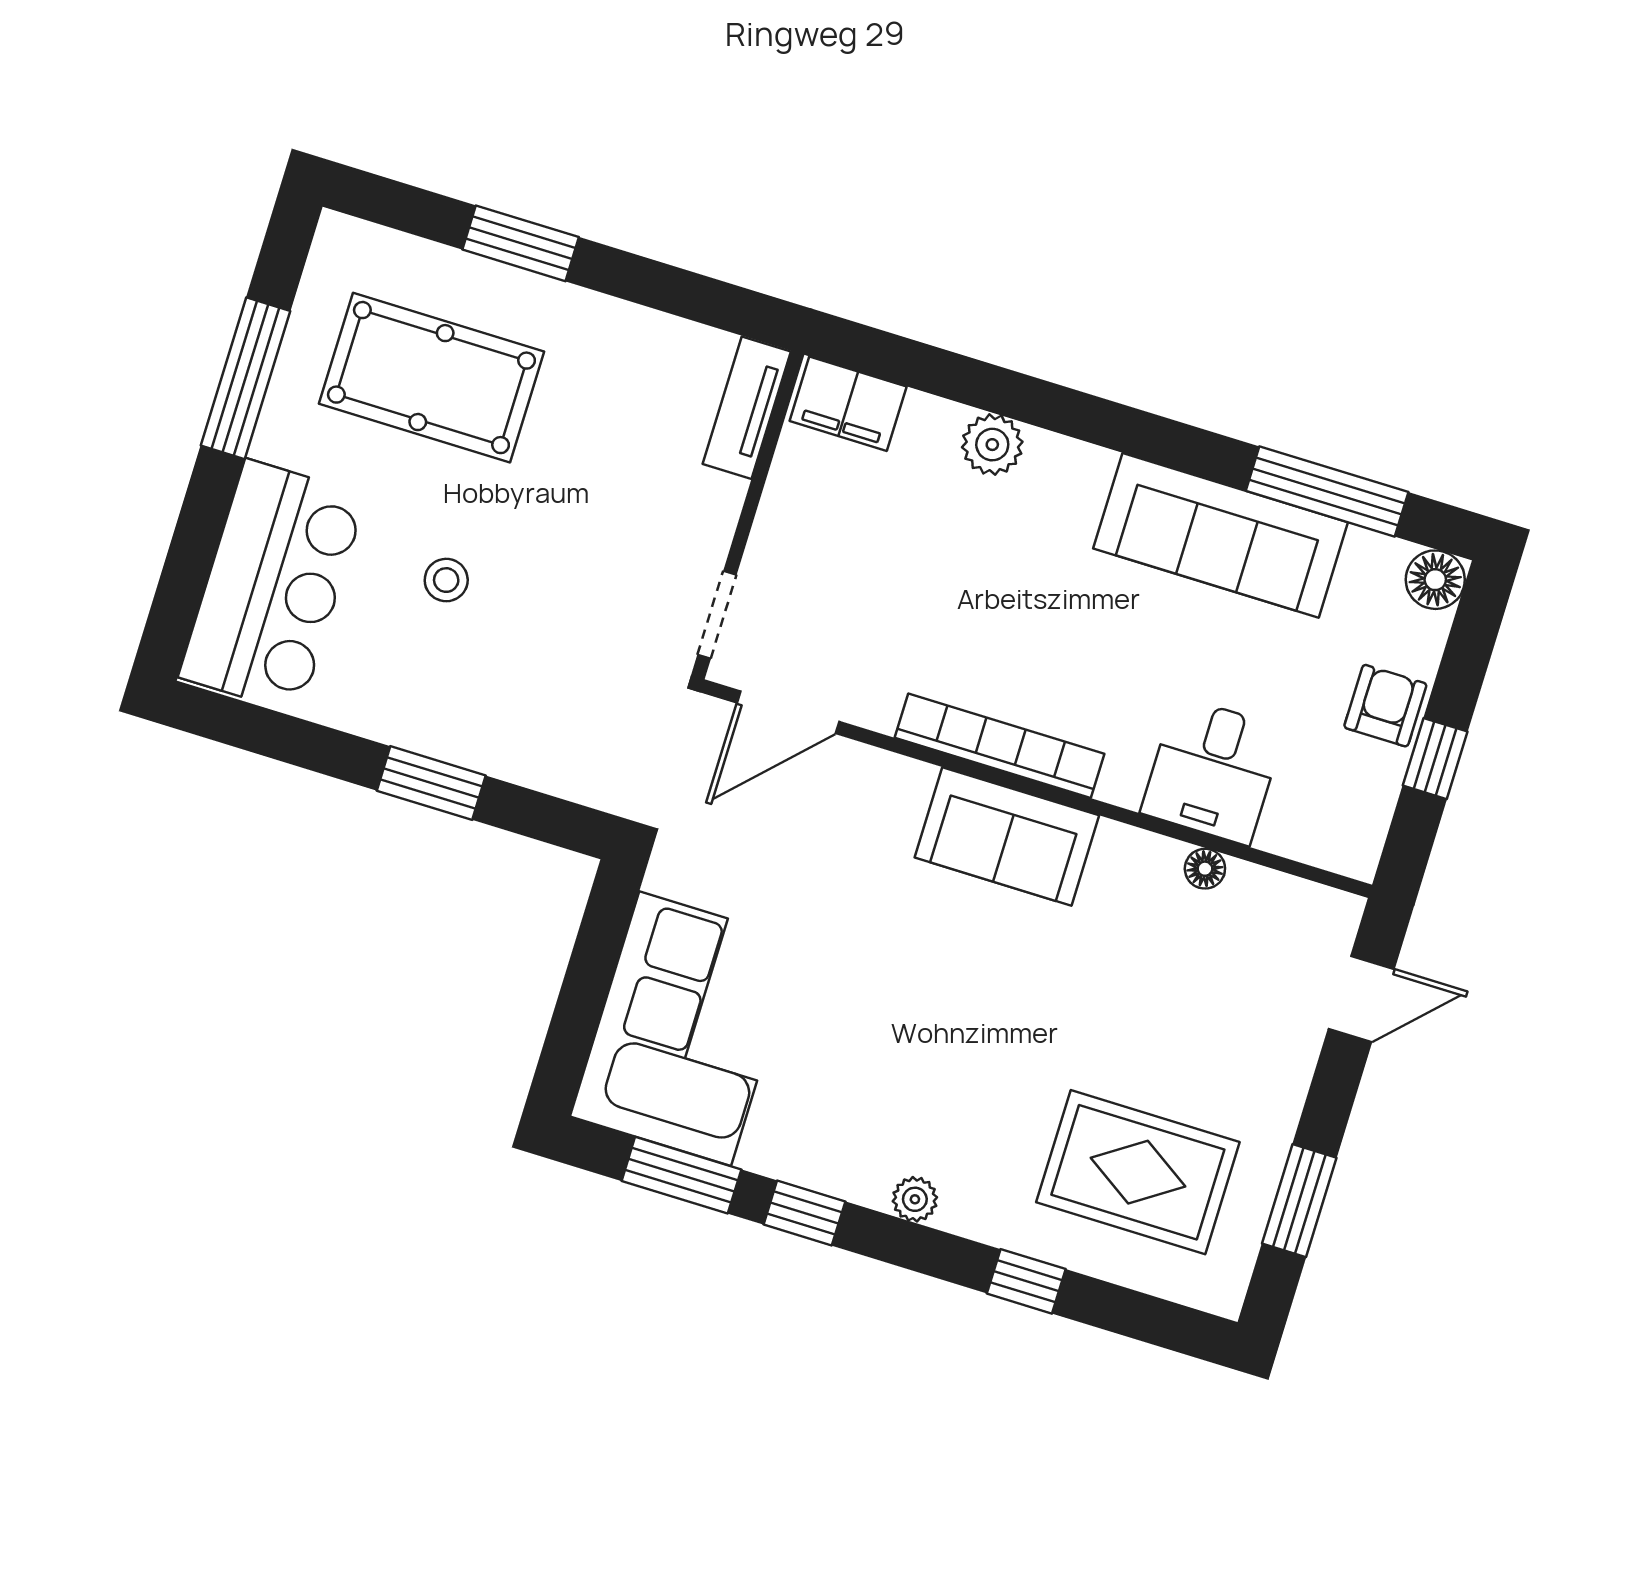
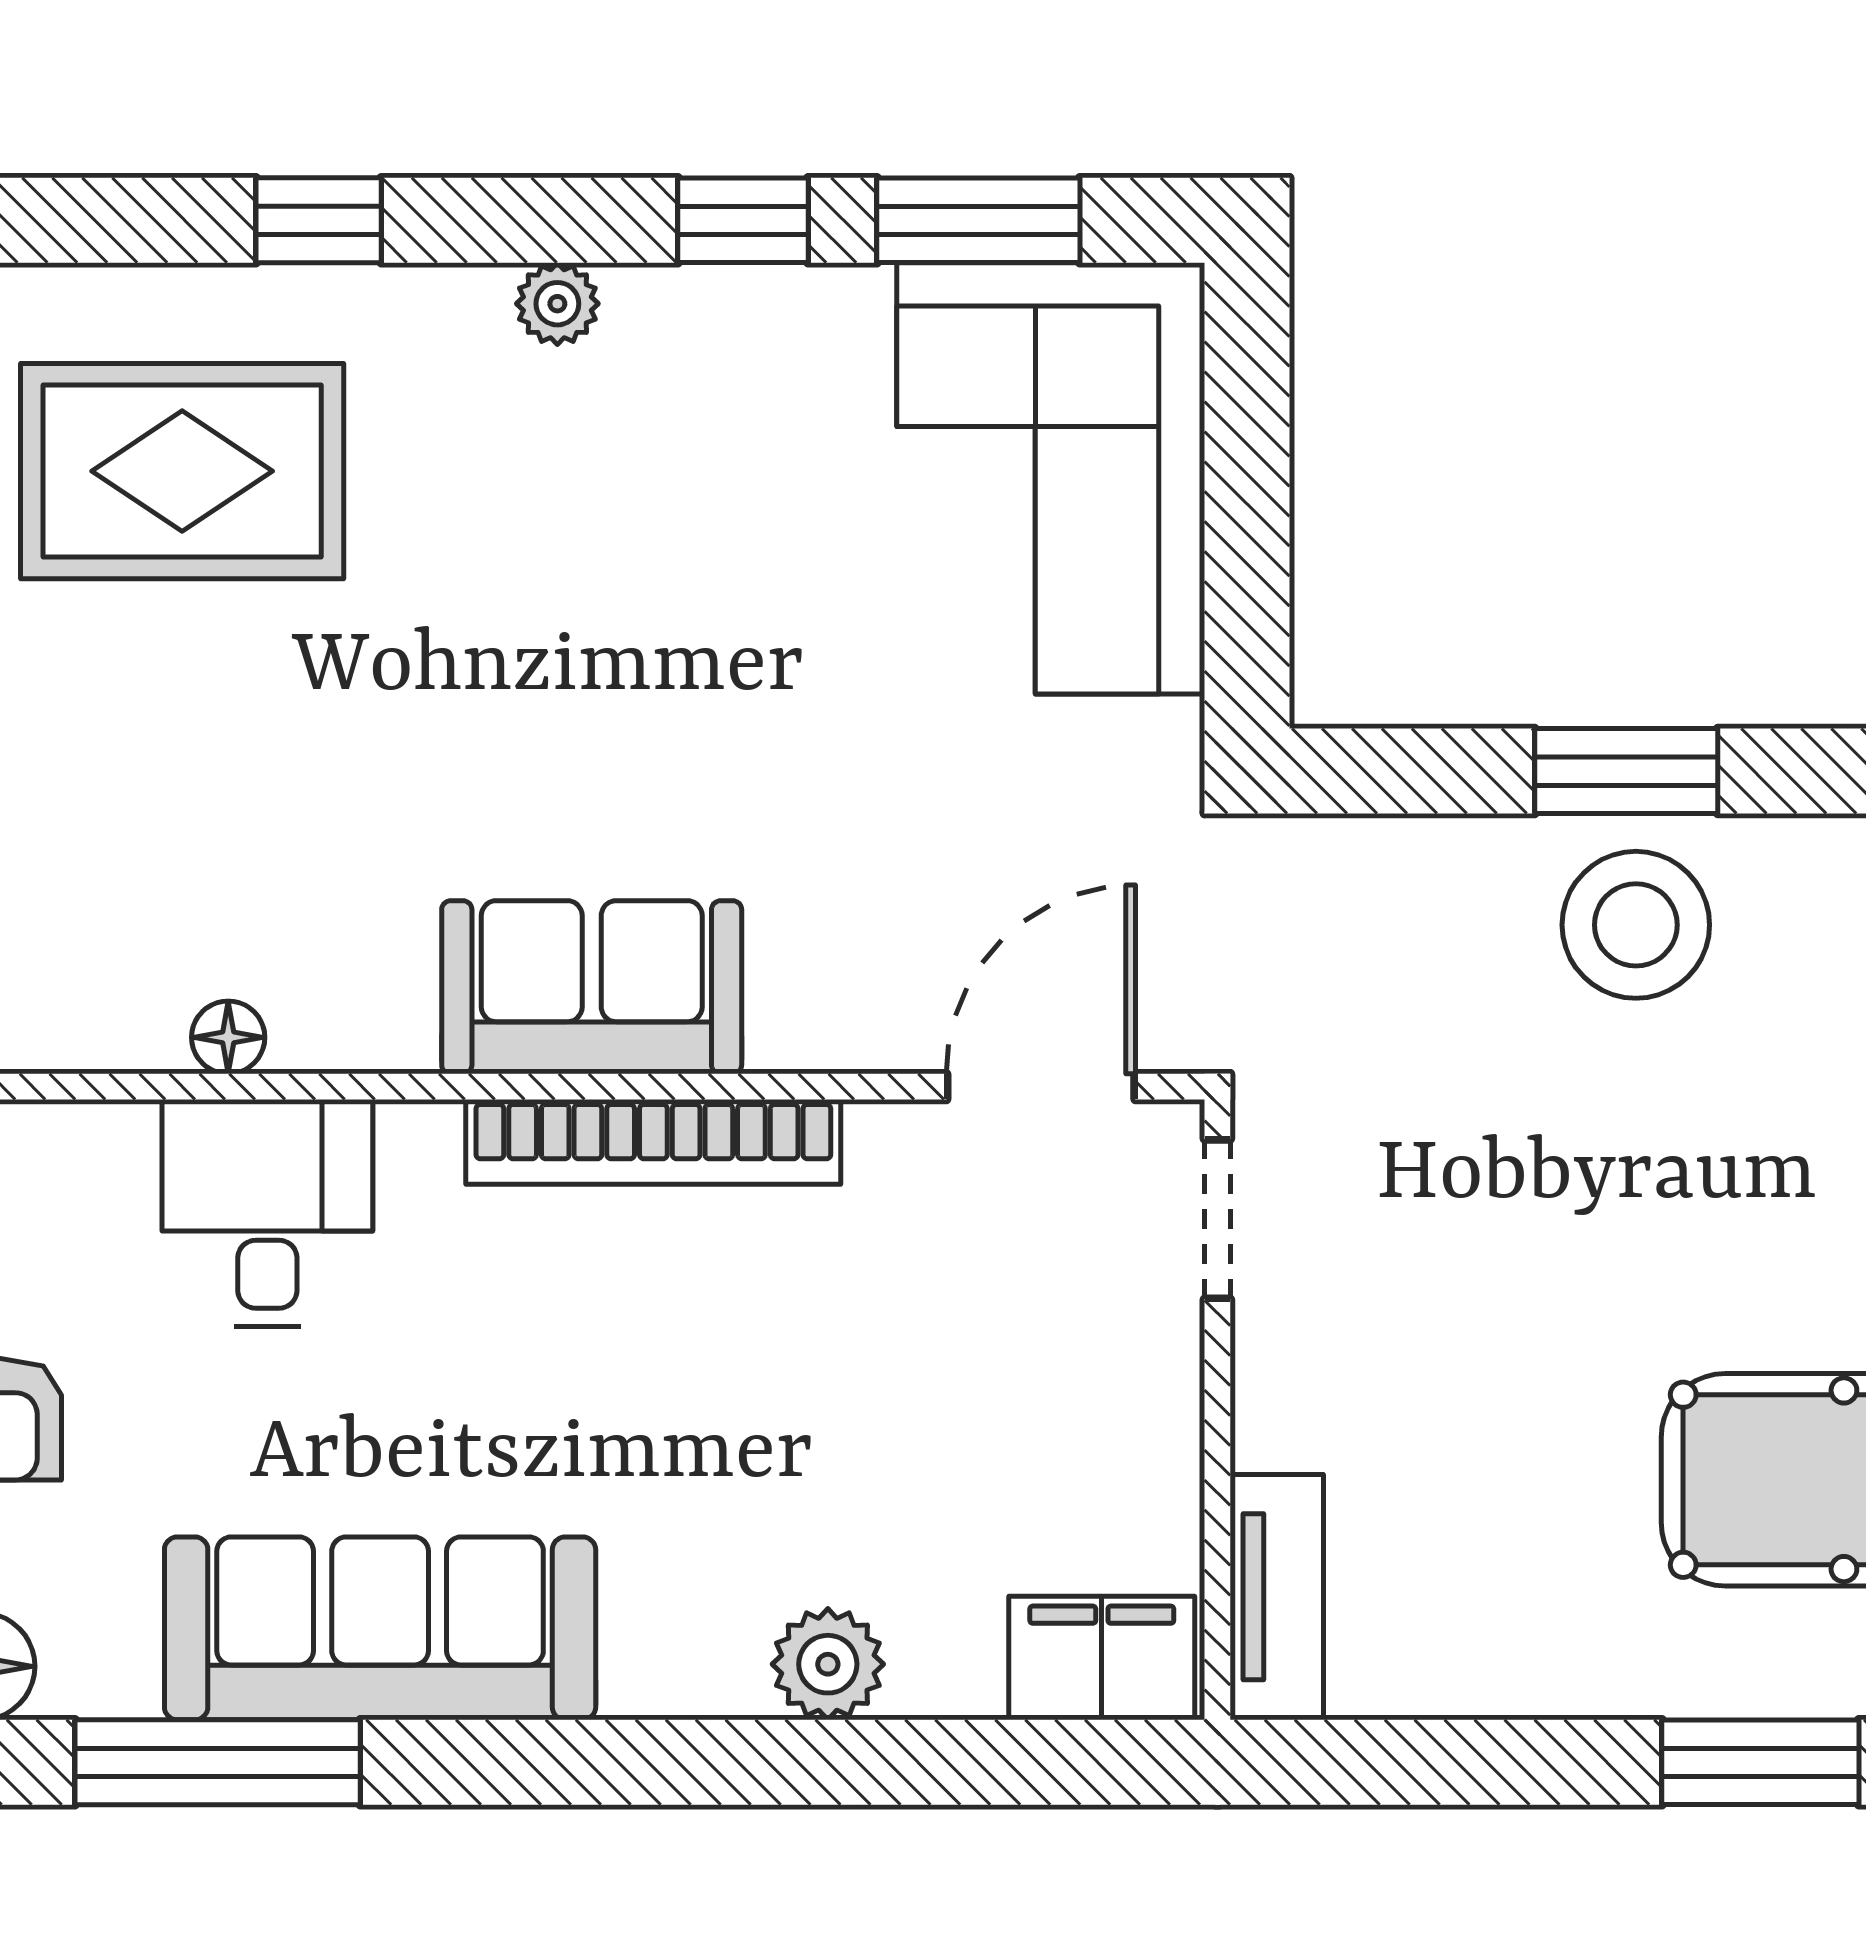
stool: (446, 580) -> (1636, 925), moved, width x1.89, depth x1.89

